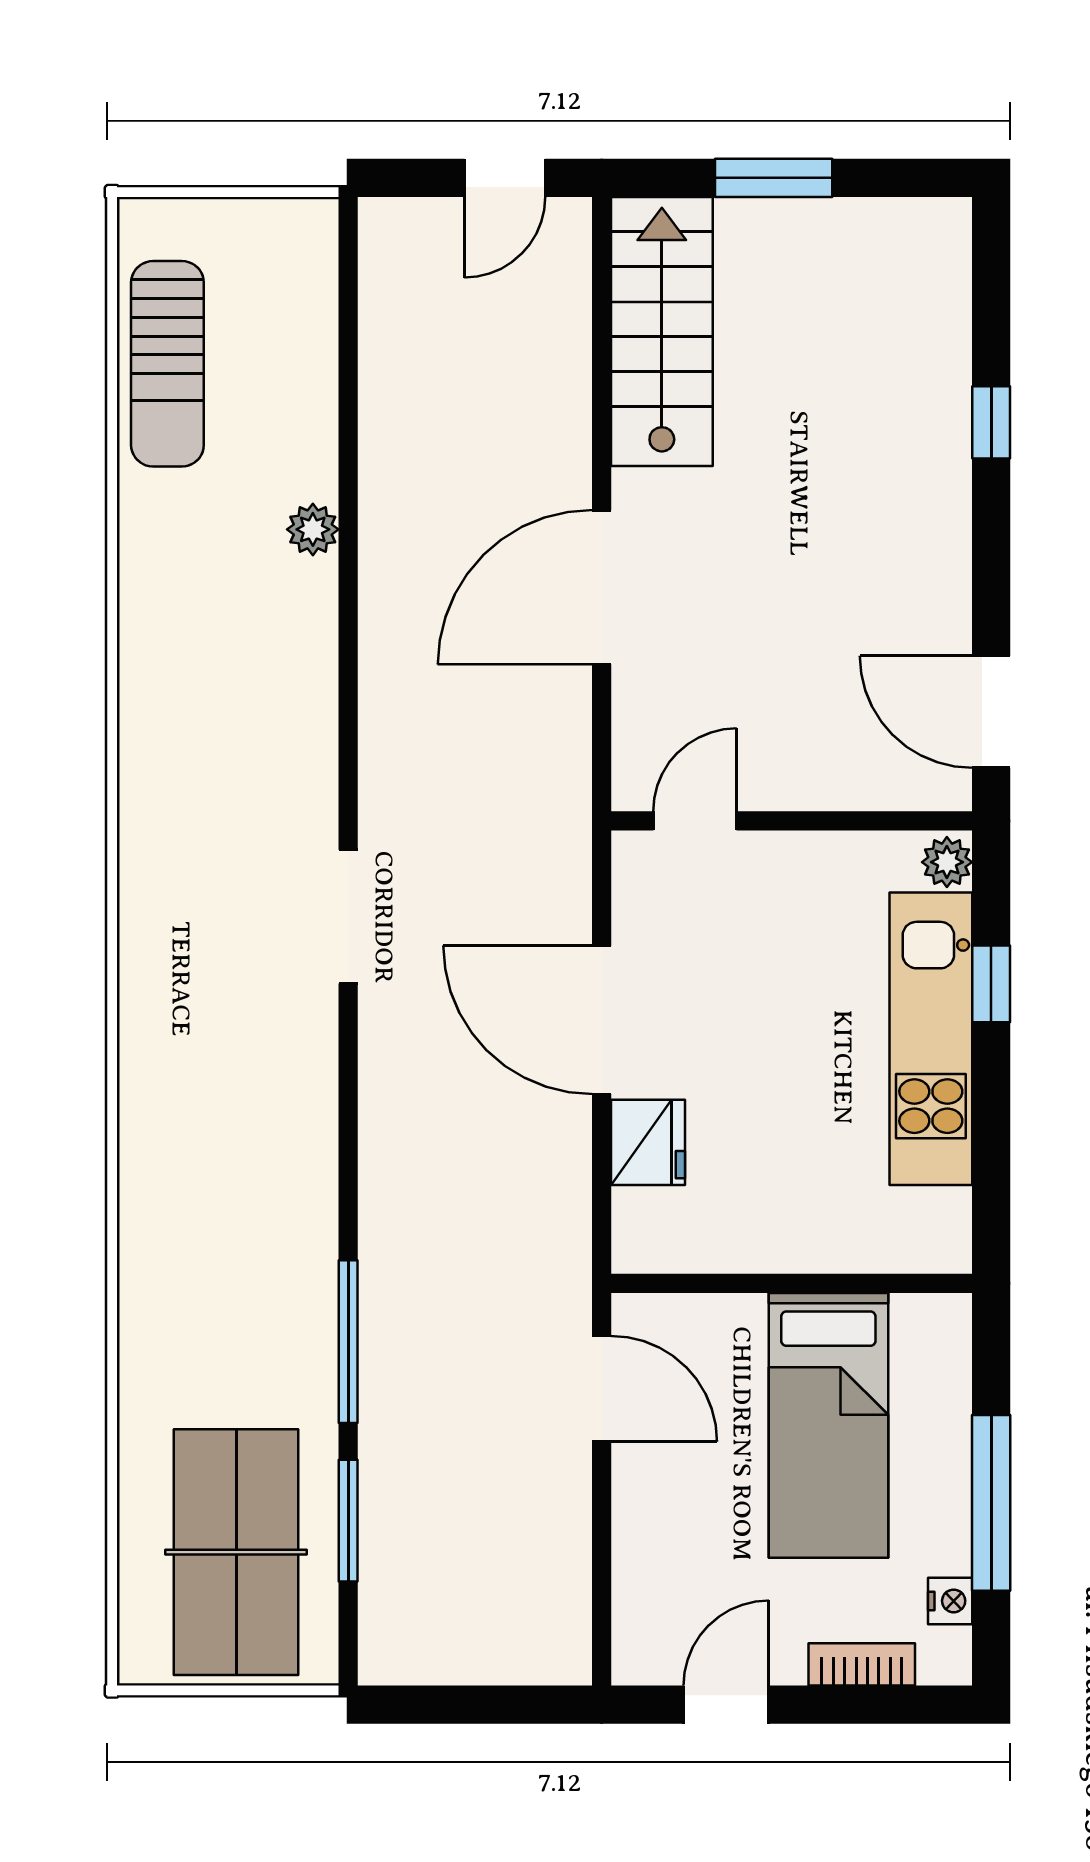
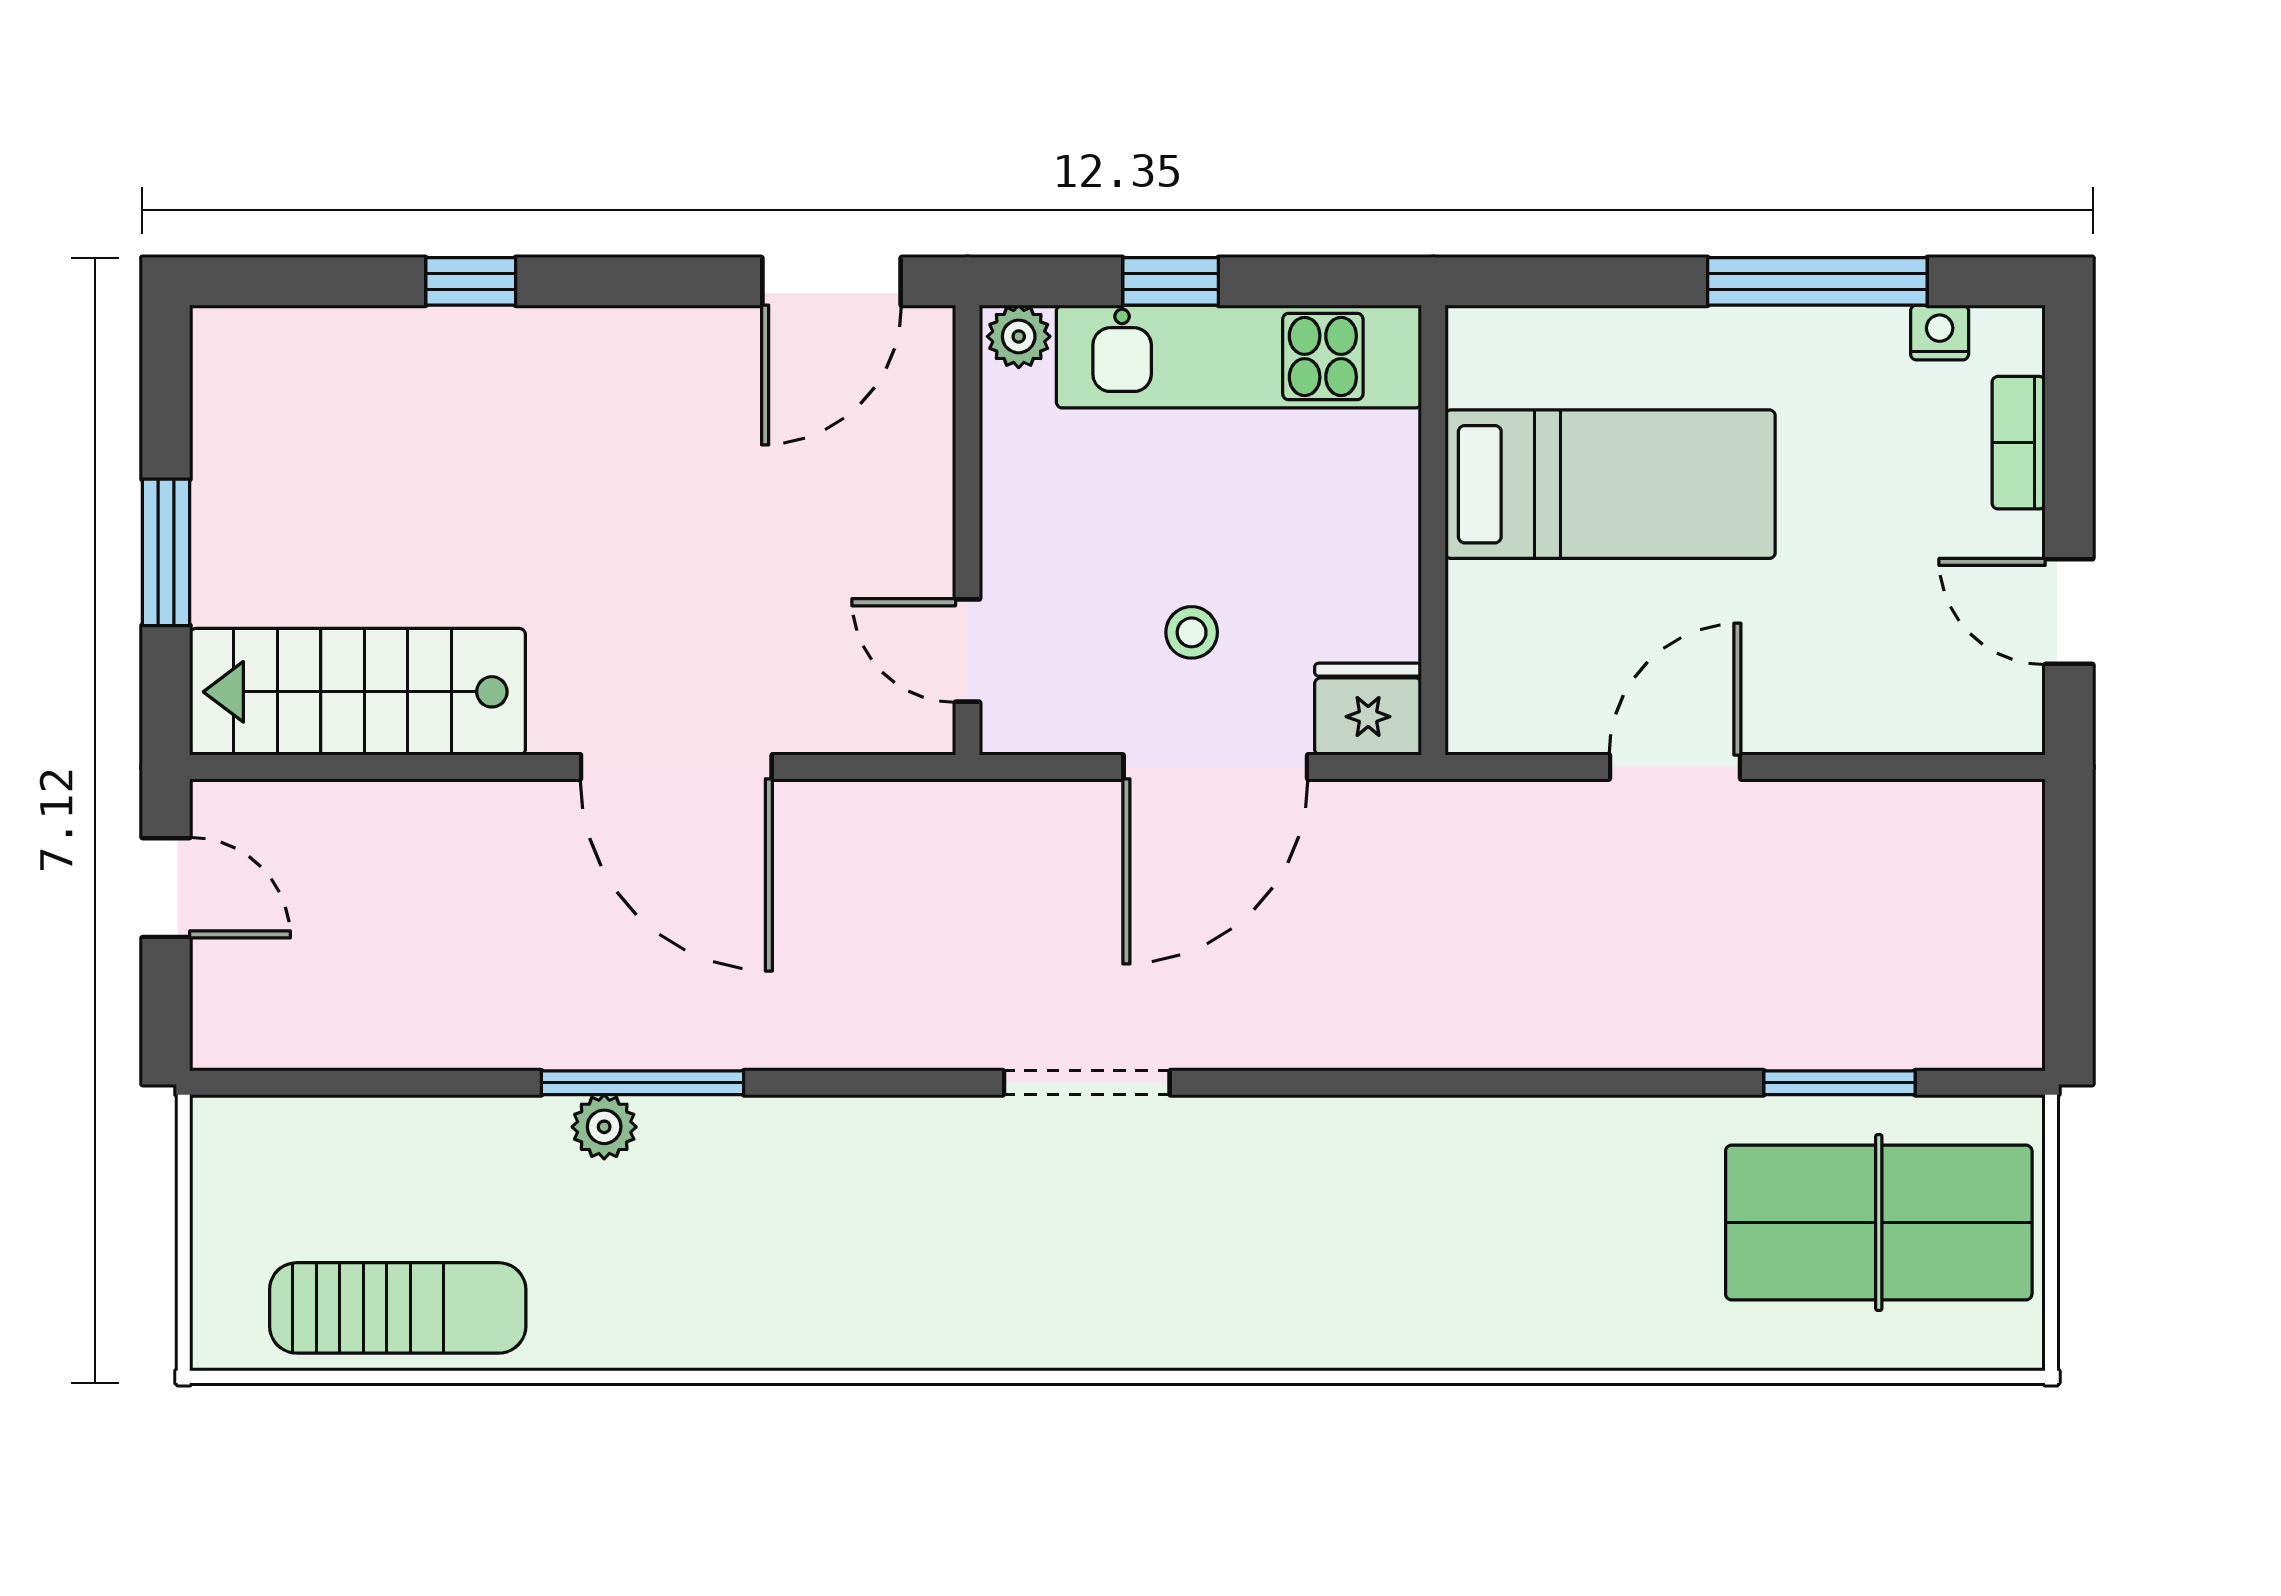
stool: (709, 1001) -> (1192, 632), added
wall: (792, 1283) -> (1433, 530), moved
window: (348, 1342) -> (643, 1083), moved
bed: (828, 1425) -> (1610, 484), moved

